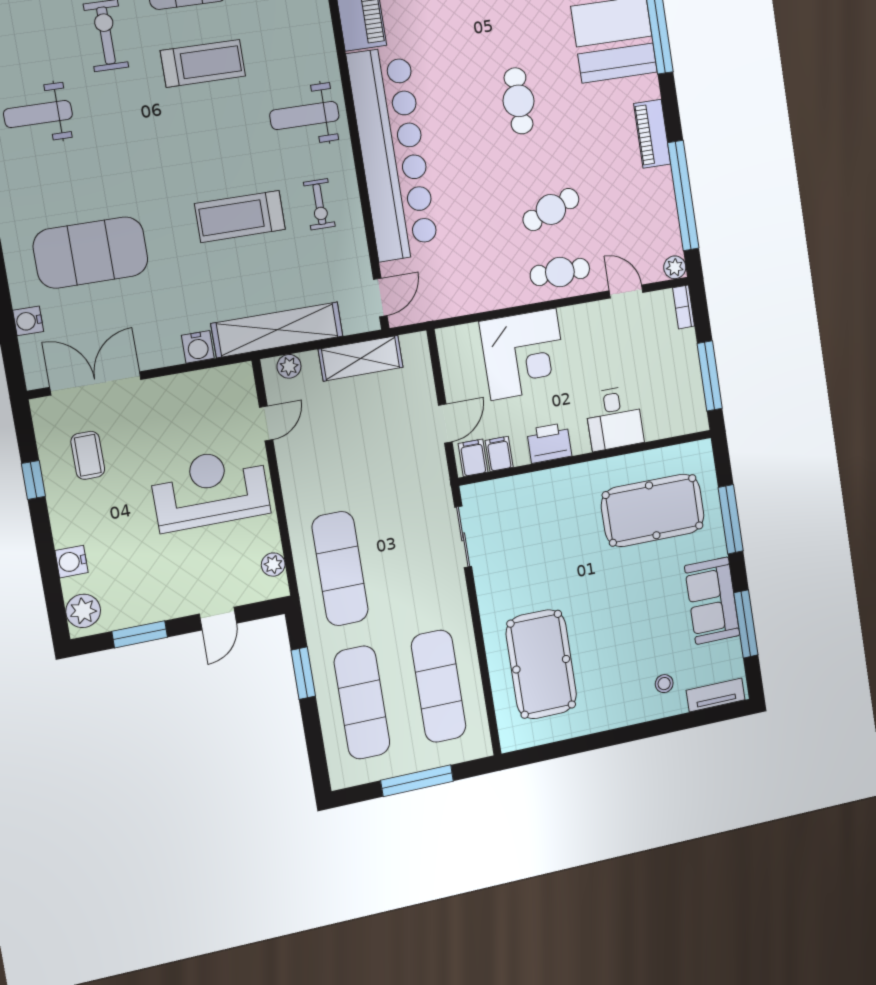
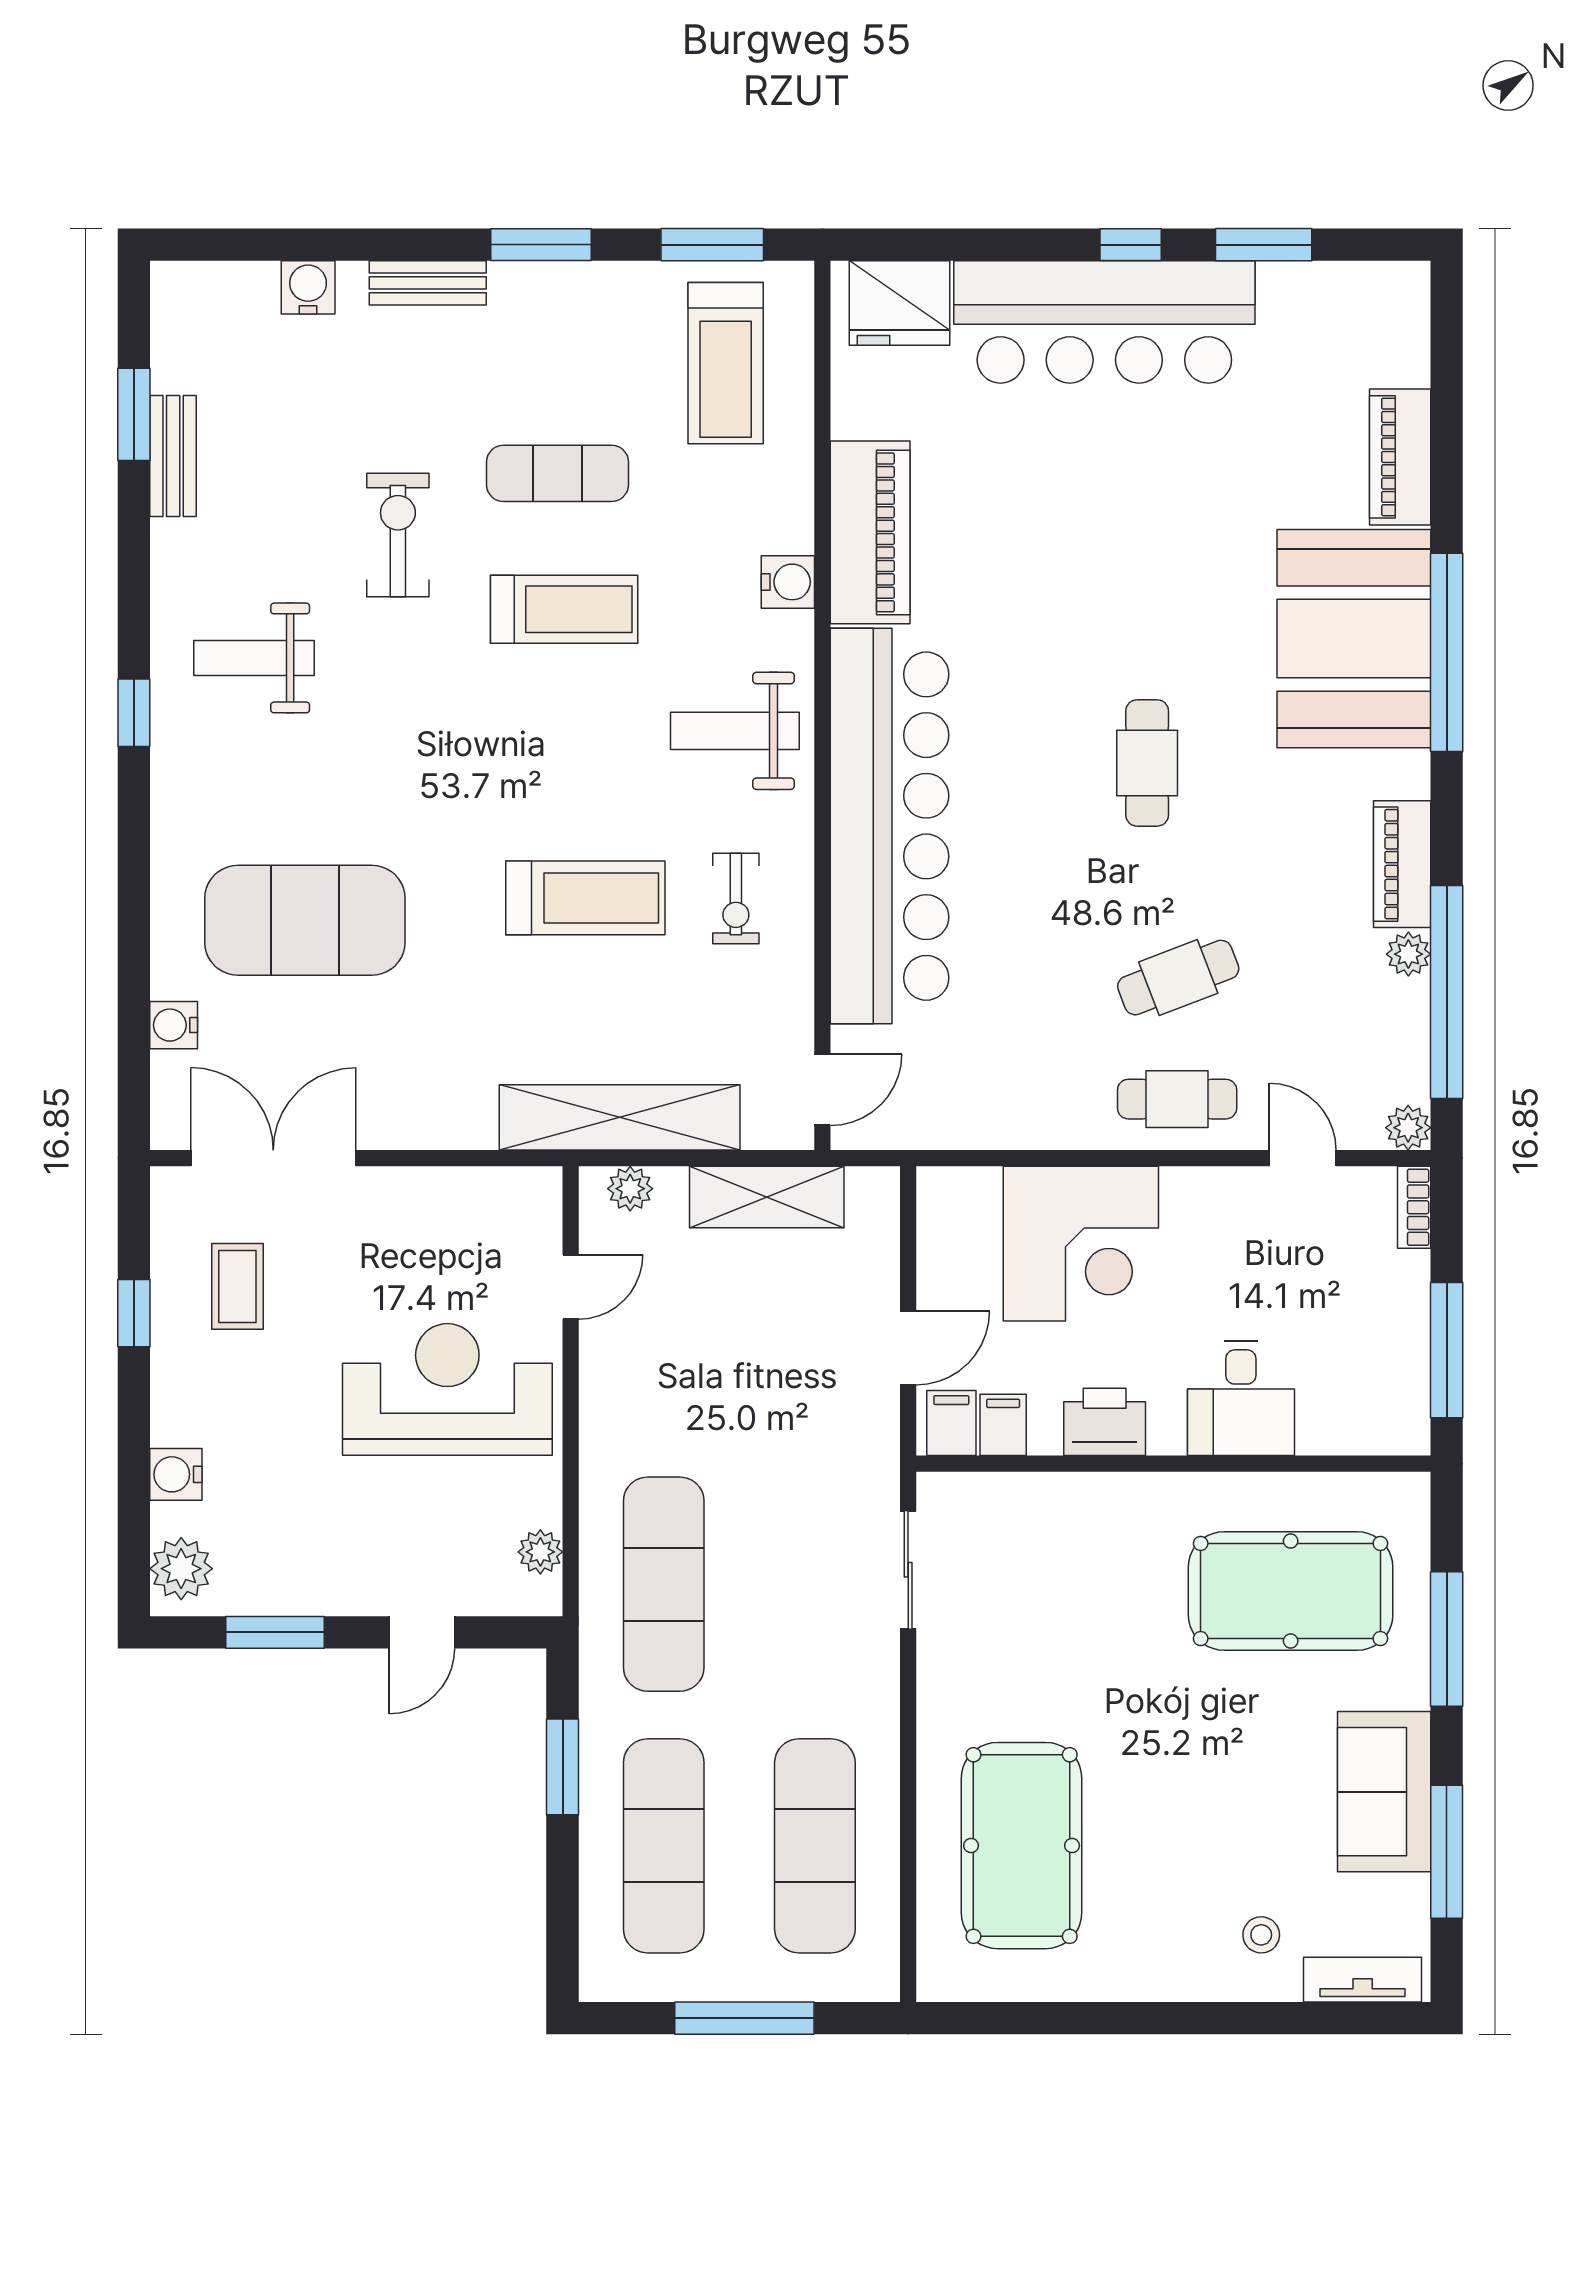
plant: (662, 179) -> (1408, 954), added
treadmill: (240, 217) -> (585, 898), turned 180
water cooler: (198, 347) -> (788, 582), moved, turned -90

